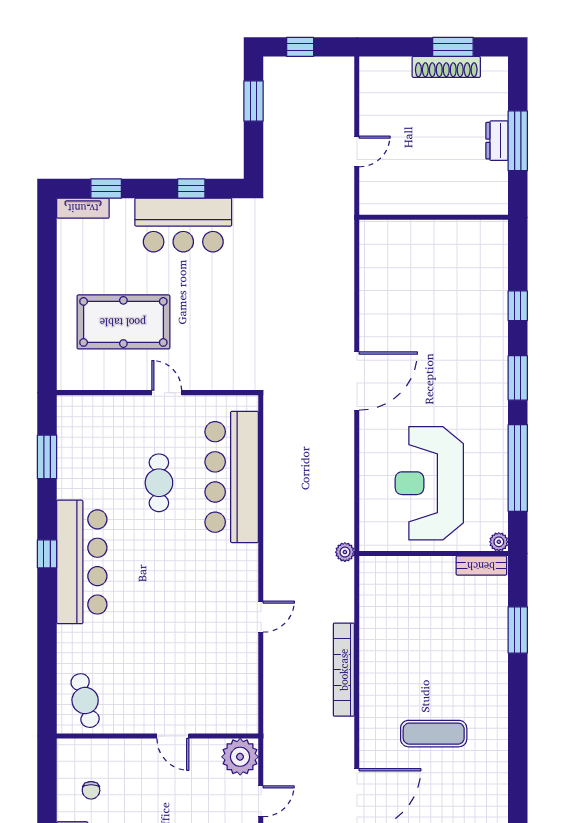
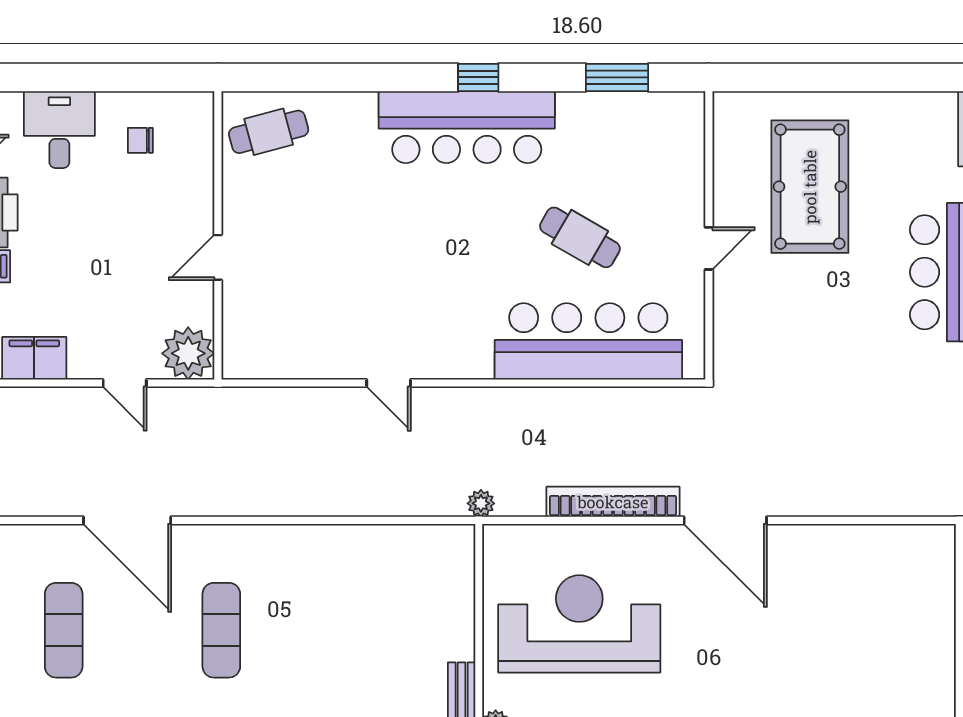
cafe table: (159, 483) -> (580, 237), turned 30
bookcase: (344, 670) -> (613, 502), moved

